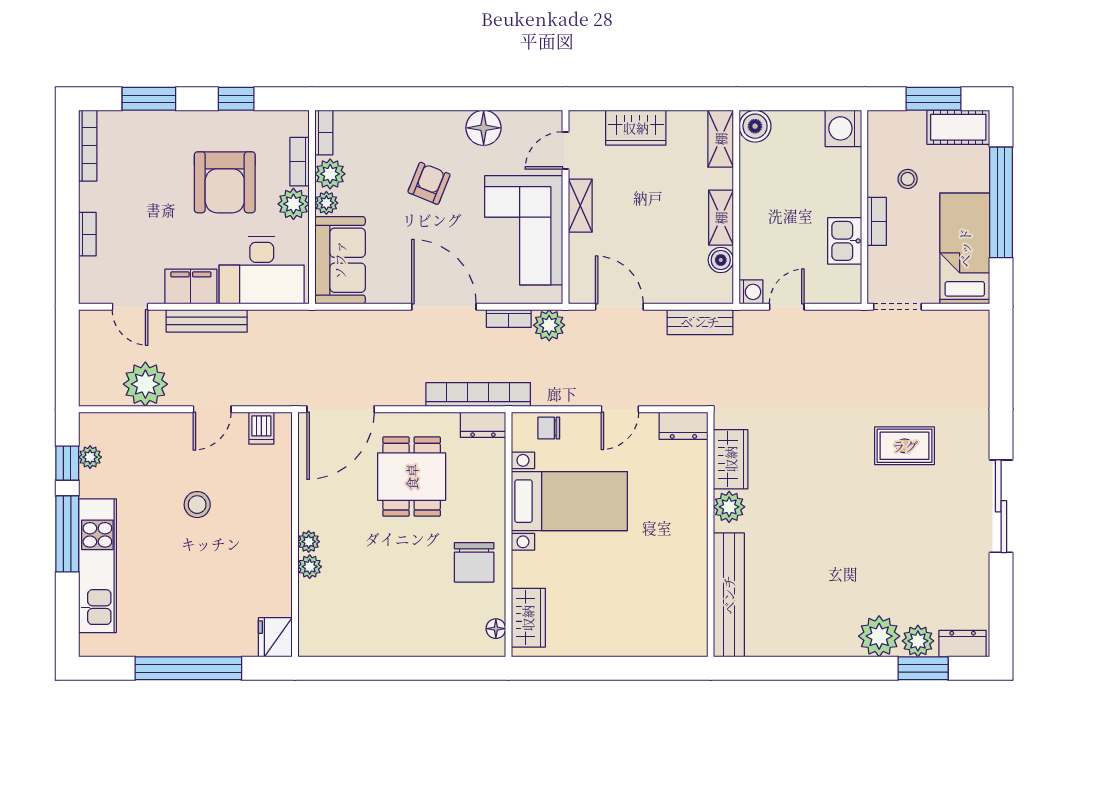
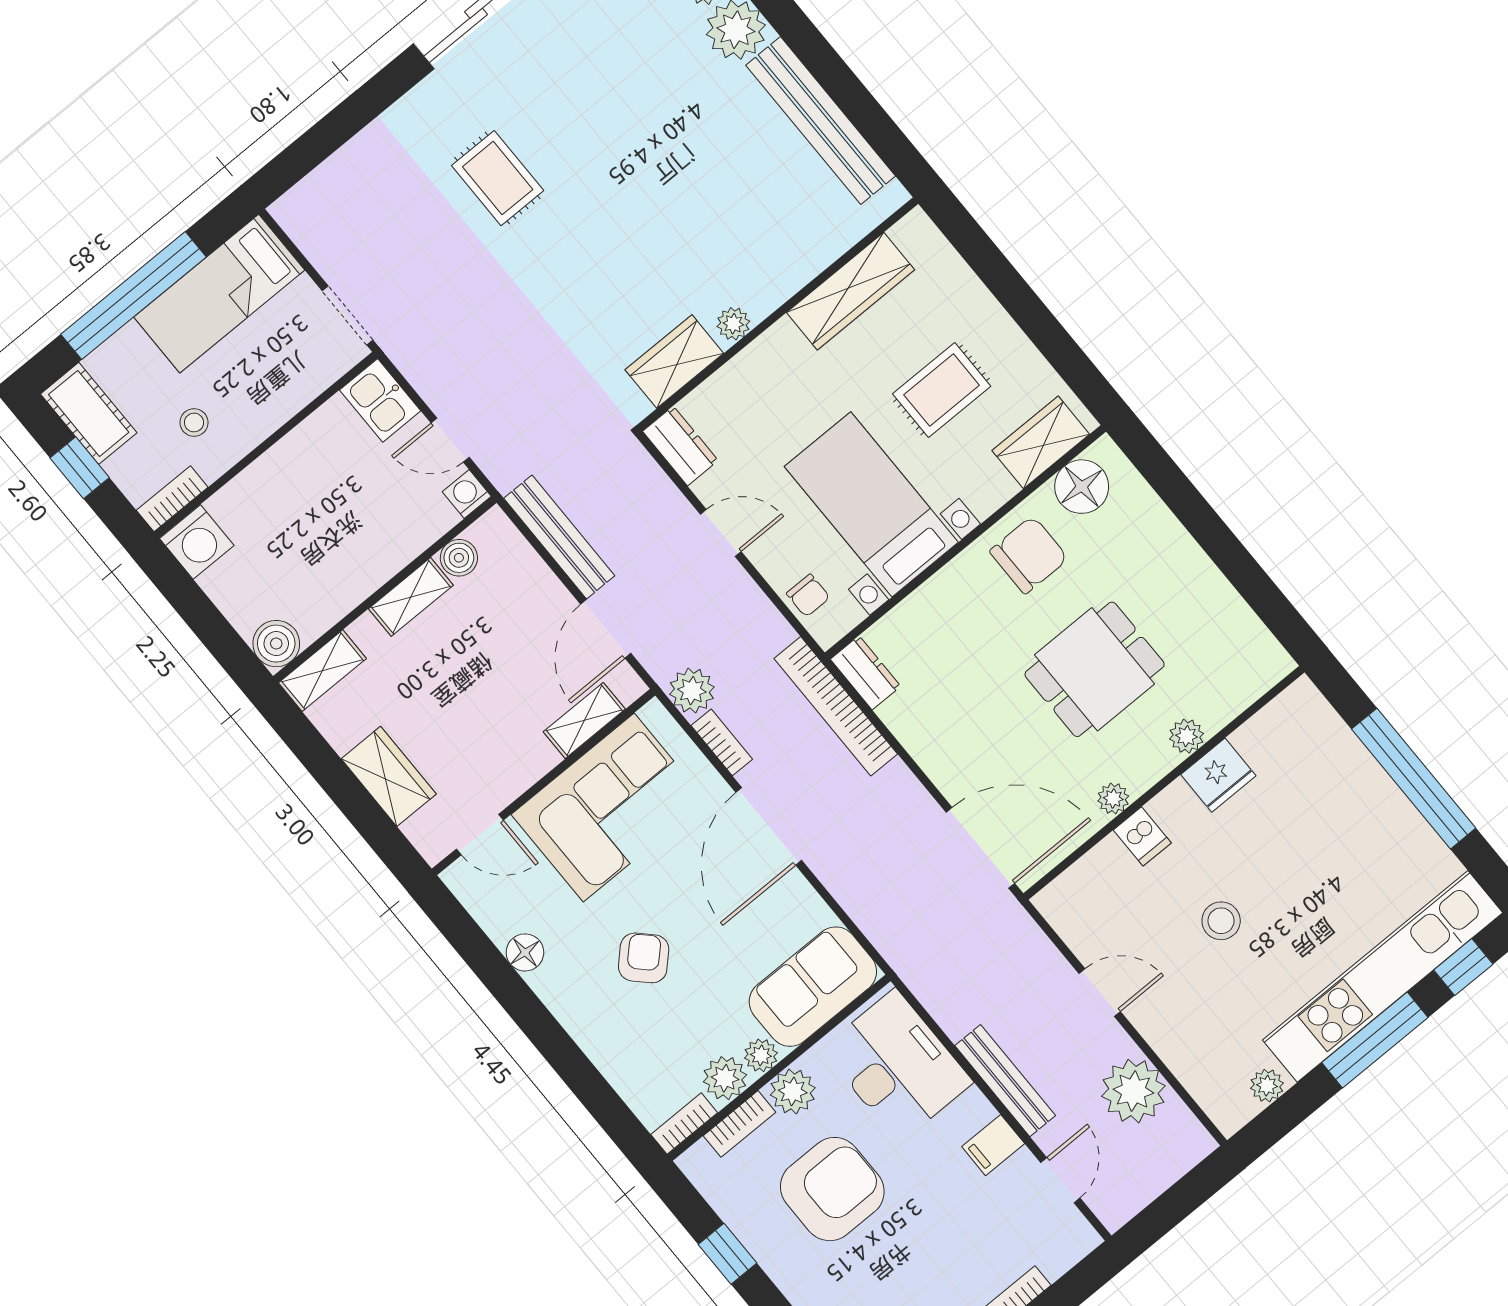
window: (934, 99) -> (80, 468), width x0.67
floor lamp: (484, 128) -> (525, 952), width x0.73, depth x0.73
armchair: (429, 183) -> (644, 958), turned 113
shelving: (580, 206) -> (584, 720), moved
bookcase: (877, 221) -> (172, 499), moved
kitchen sink: (845, 241) -> (380, 400), moved, turned 90
filing cabinet: (191, 287) -> (993, 1145), width x0.50
bench: (700, 322) -> (559, 537), width x1.36
dishwasher: (261, 428) -> (1142, 836), moved, turned 90
window: (67, 463) -> (1463, 967), moved
dining table: (412, 477) -> (1095, 669), moved
plant: (729, 507) -> (733, 324), width x0.73, depth x0.73
plant: (309, 542) -> (1113, 799), moved
kitchen unit: (97, 566) -> (1383, 976), width x1.36
wardrobe: (691, 583) -> (851, 291), added
rug: (599, 588) -> (942, 390), added
bench: (729, 595) -> (821, 121), moved, turned 90
floor lamp: (496, 629) -> (1082, 487), width x1.89, depth x1.89
fridge: (275, 637) -> (1218, 775), moved

